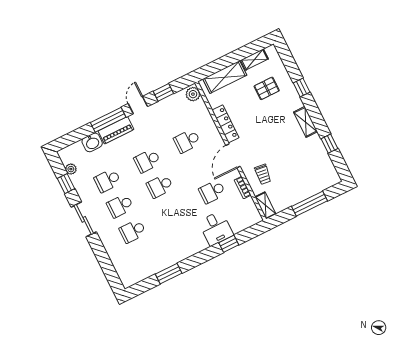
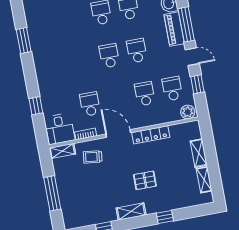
shelving: (225, 77) -> (199, 153), width x0.67, depth x0.75
pallet: (267, 88) -> (145, 180), moved, turned 90
desk: (216, 228) -> (60, 129), moved, turned -90
school desk: (133, 231) -> (172, 89), moved

